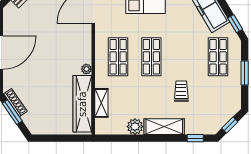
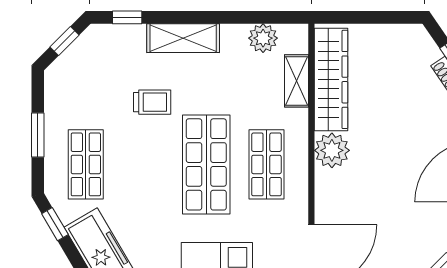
shop shelf: (151, 57) -> (206, 164), width x1.43, depth x1.36
plant: (86, 69) -> (332, 150), width x1.87, depth x1.87
trolley: (181, 91) -> (152, 102), turned -90
plant: (135, 127) -> (263, 38), moved

